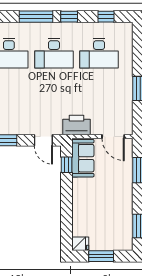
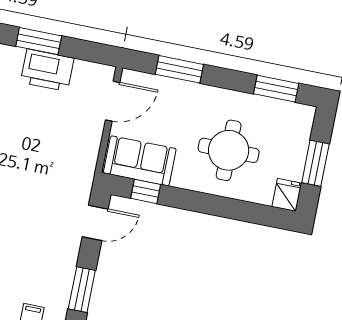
printer: (76, 125) -> (47, 70), moved, turned -90
round table: (99, 206) -> (229, 150), added

